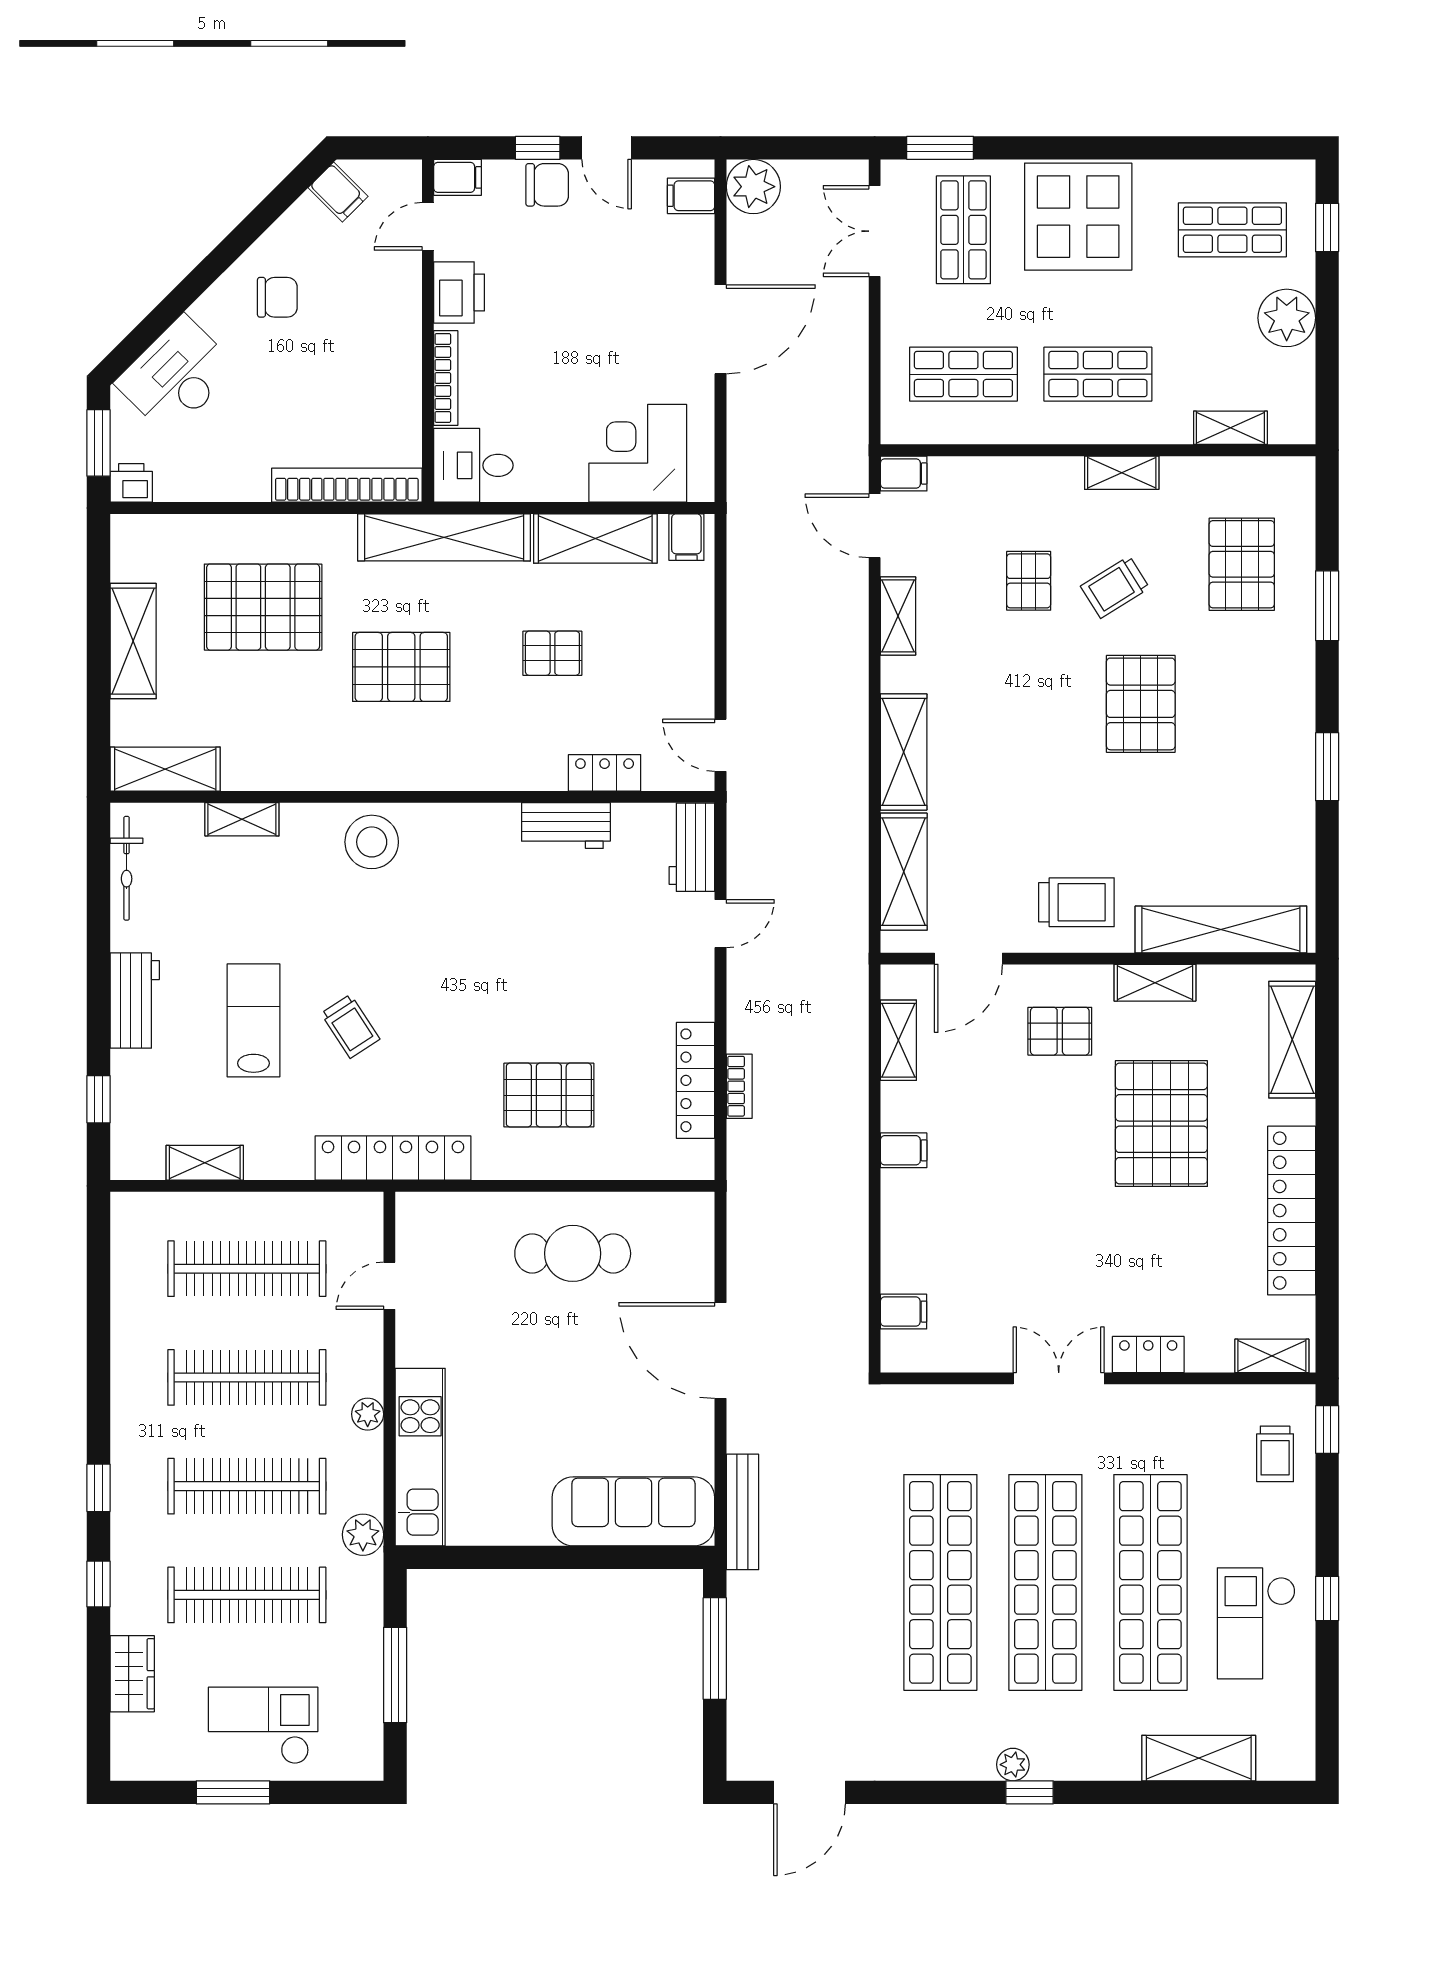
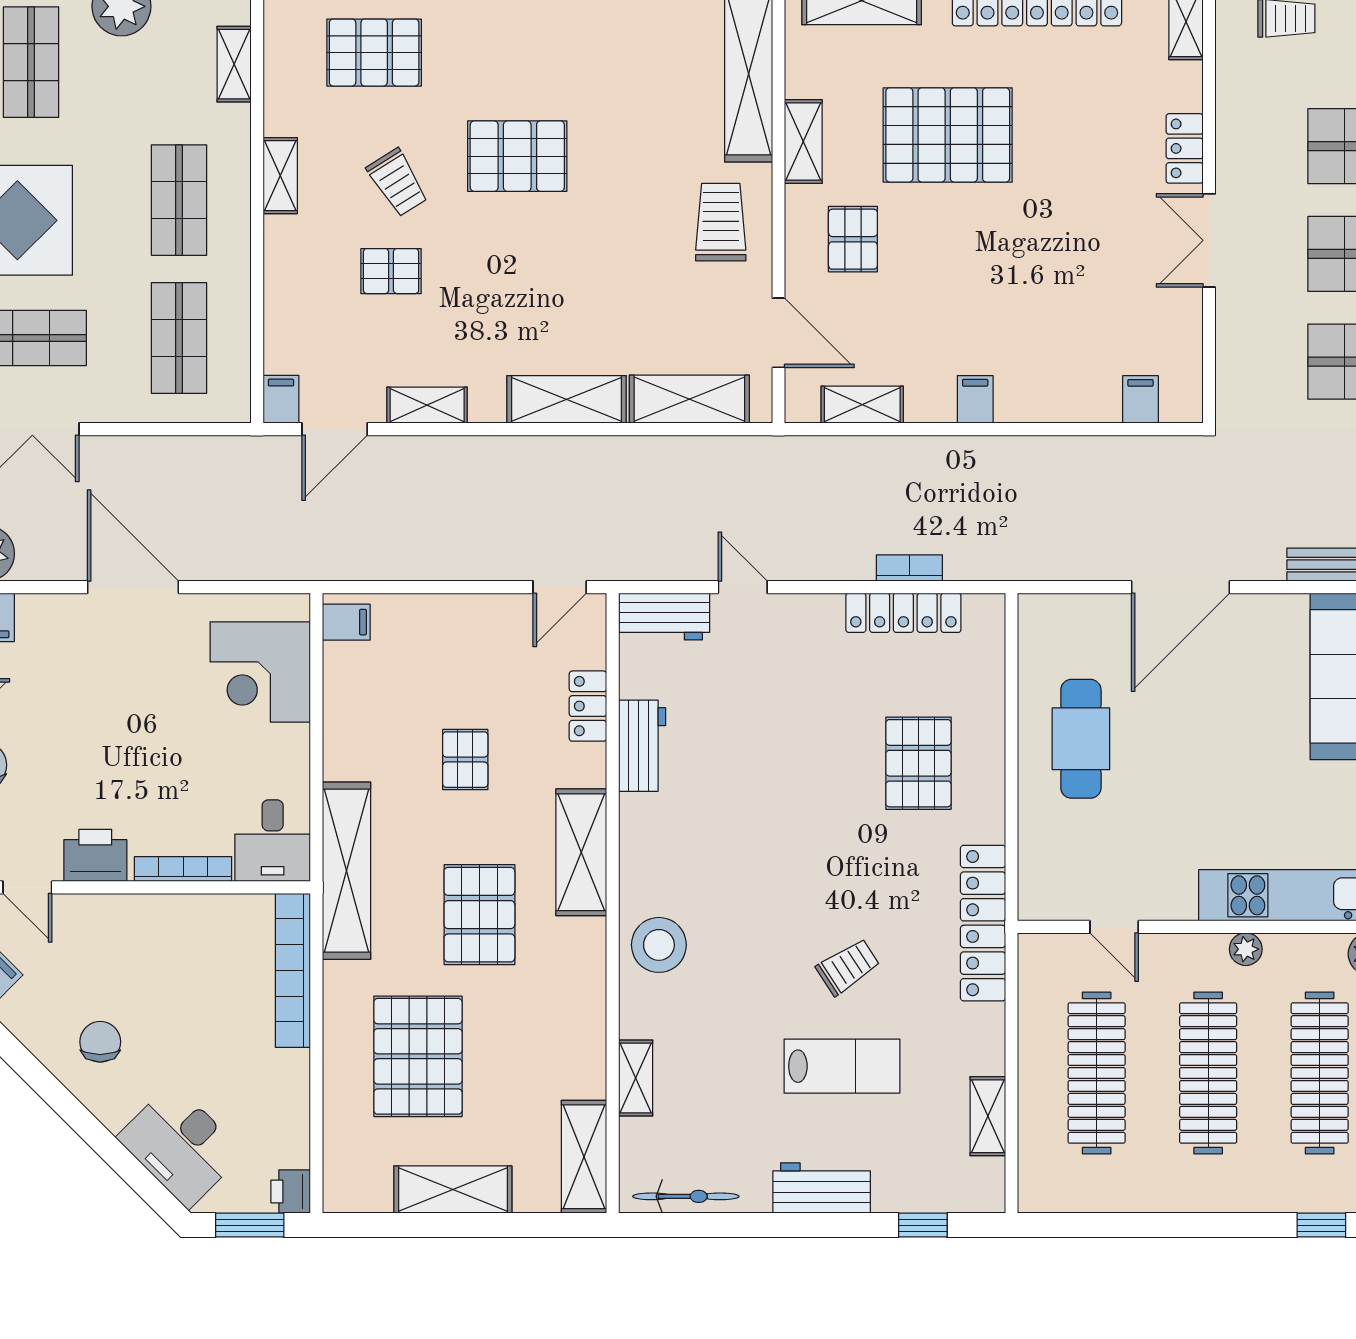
shelving: (595, 538) -> (581, 852), moved
lab bench: (254, 1020) -> (842, 1066), turned 180

